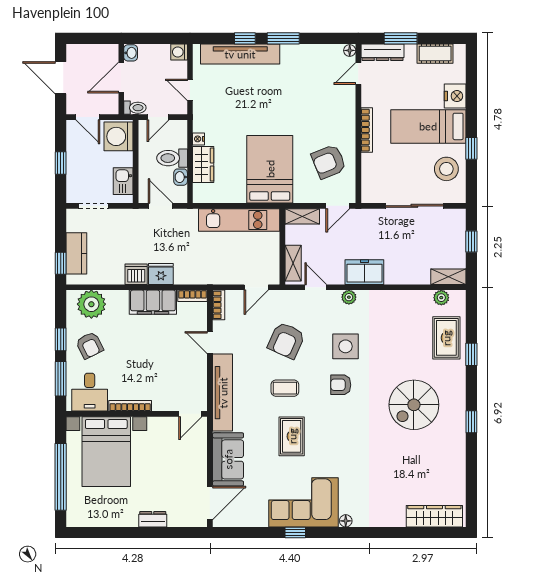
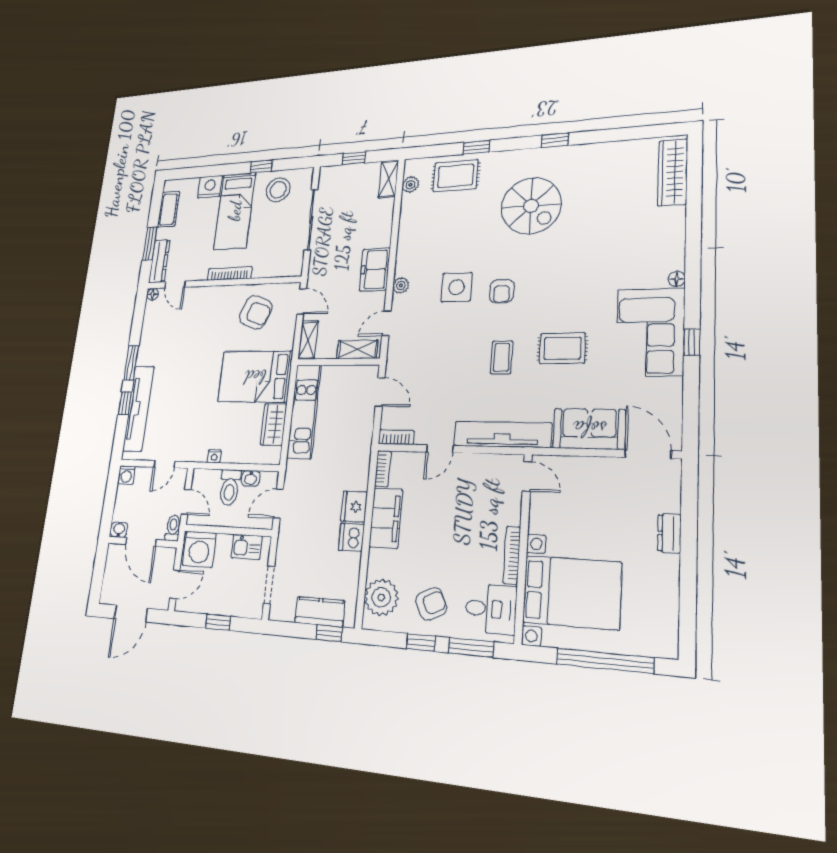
armchair: (329, 162) -> (256, 312), turned -46
wardrobe: (203, 165) -> (273, 424), moved, turned -90
armchair: (286, 340) -> (444, 356), removed

